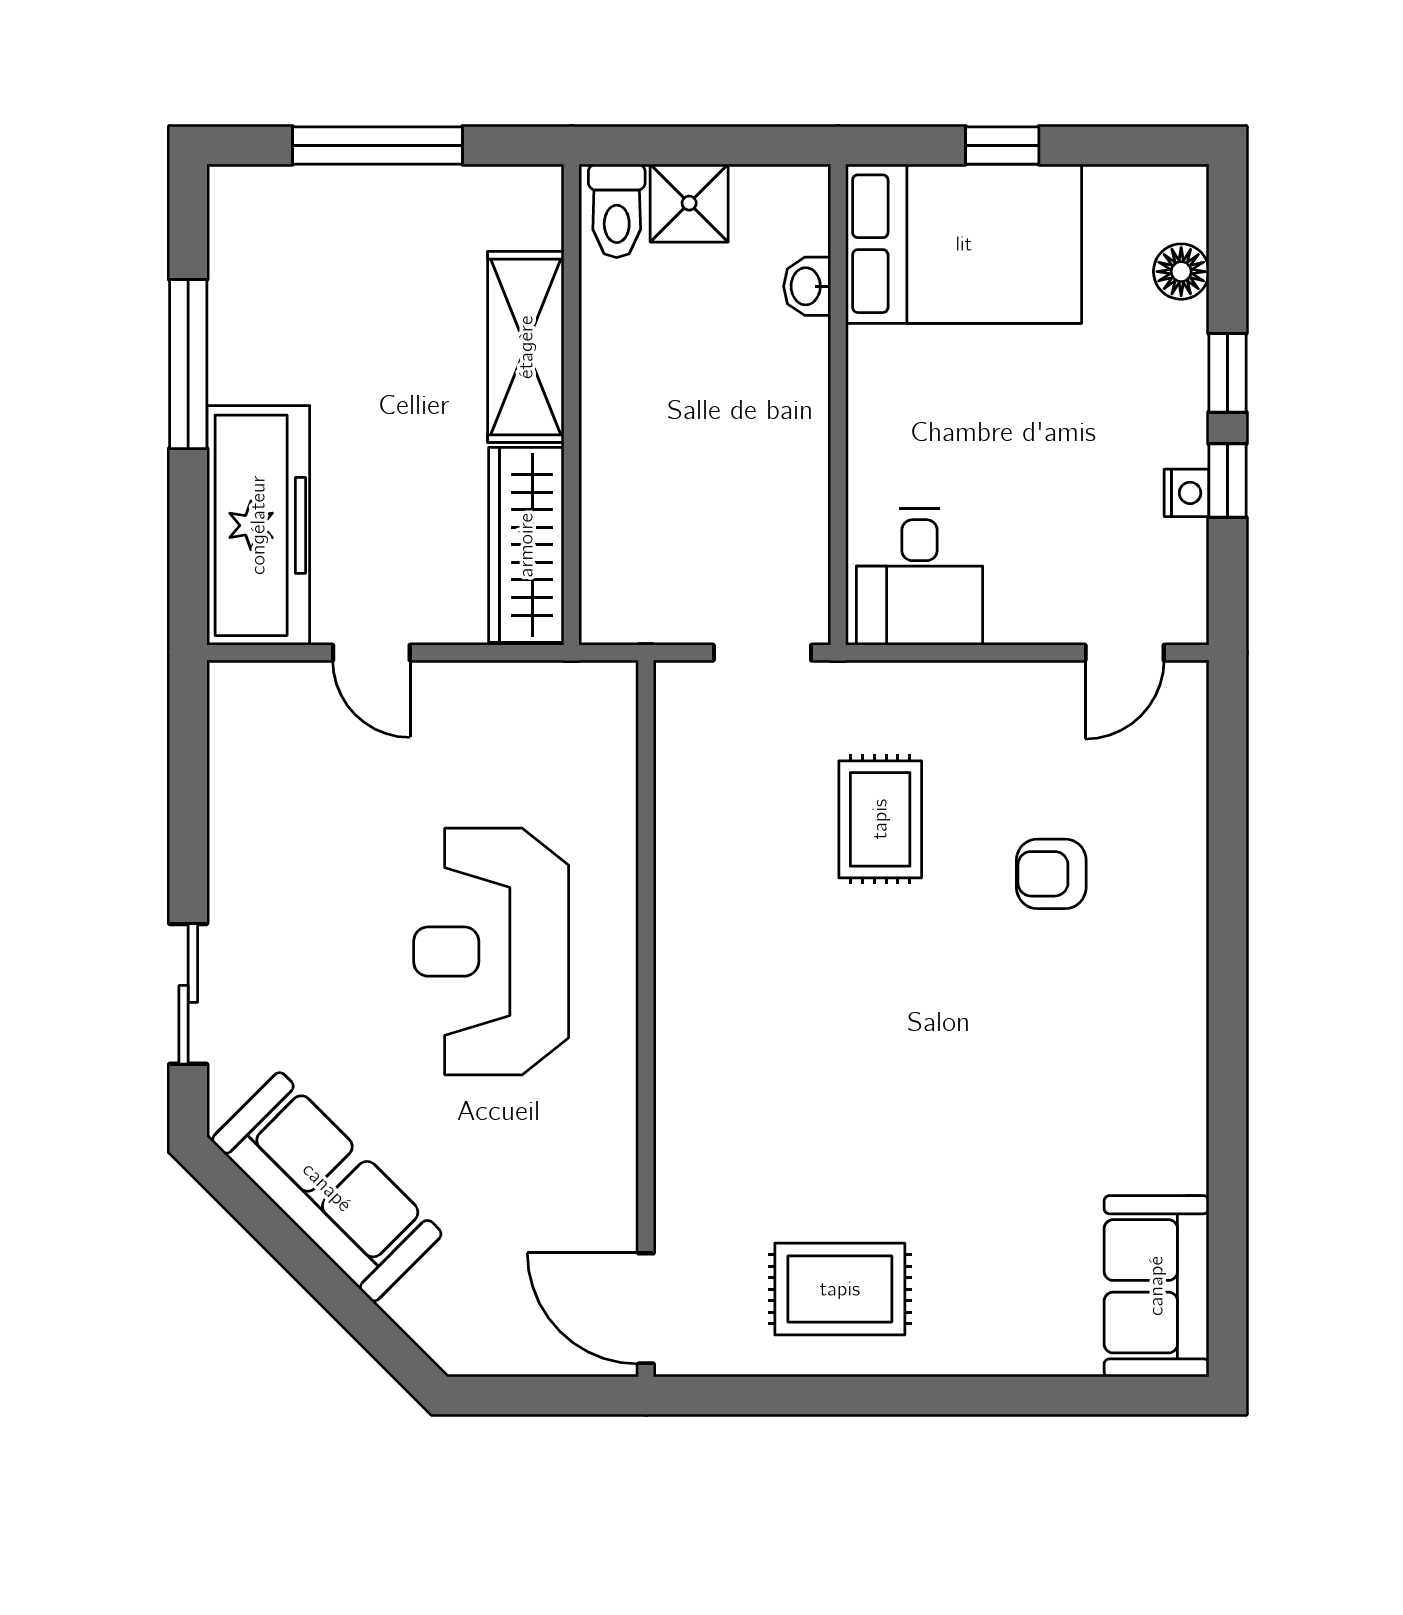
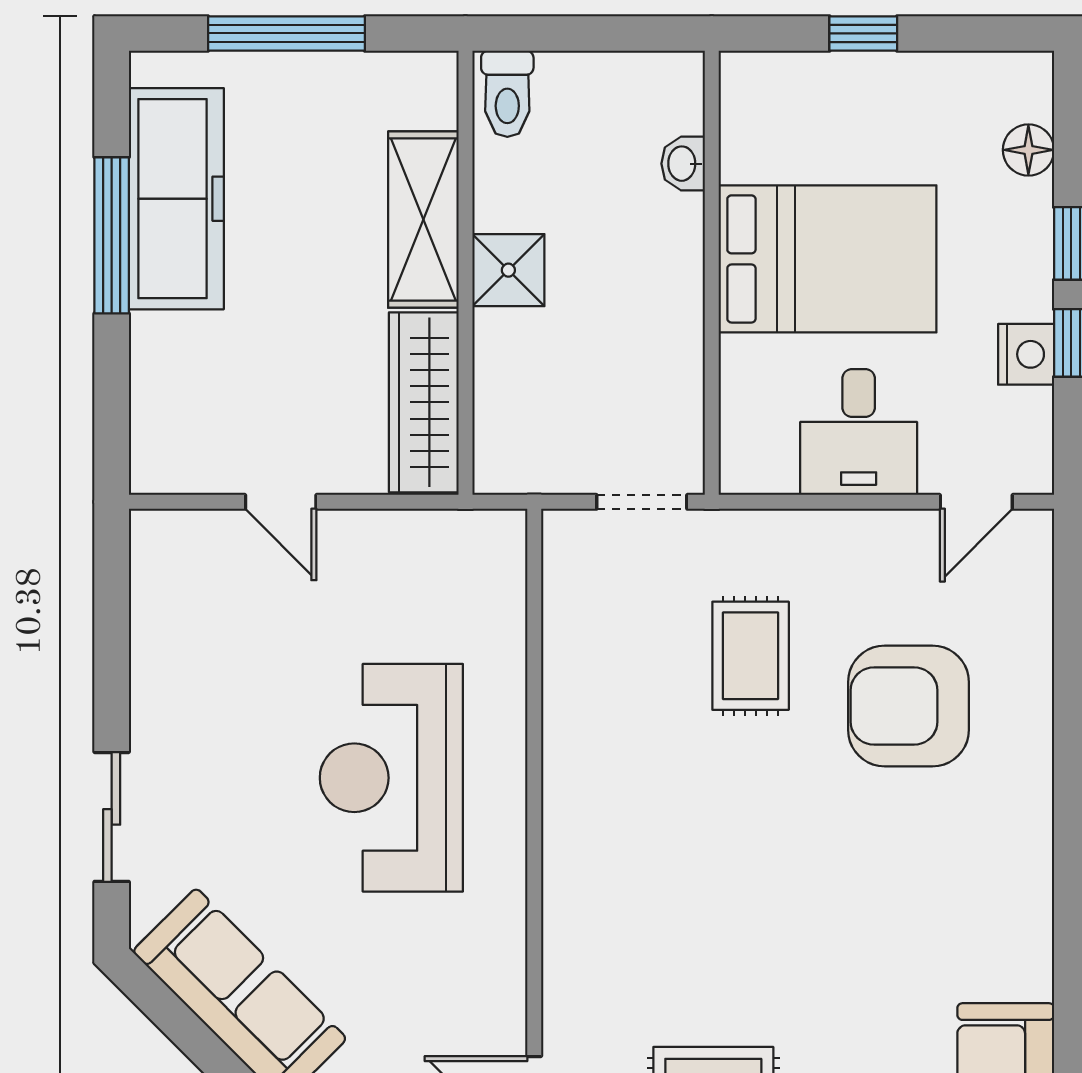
shower: (689, 203) -> (508, 270), moved
bed: (964, 244) -> (828, 259), moved
nightstand: (1186, 493) -> (1026, 354), width x1.39, depth x1.35
freezer: (258, 525) -> (176, 199), moved
desk: (919, 577) -> (859, 432), moved
armchair: (1051, 874) -> (909, 706), width x1.88, depth x1.88

